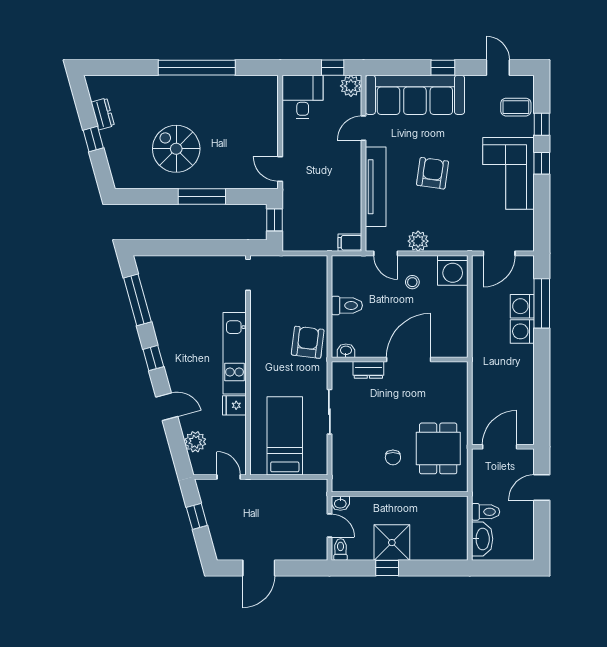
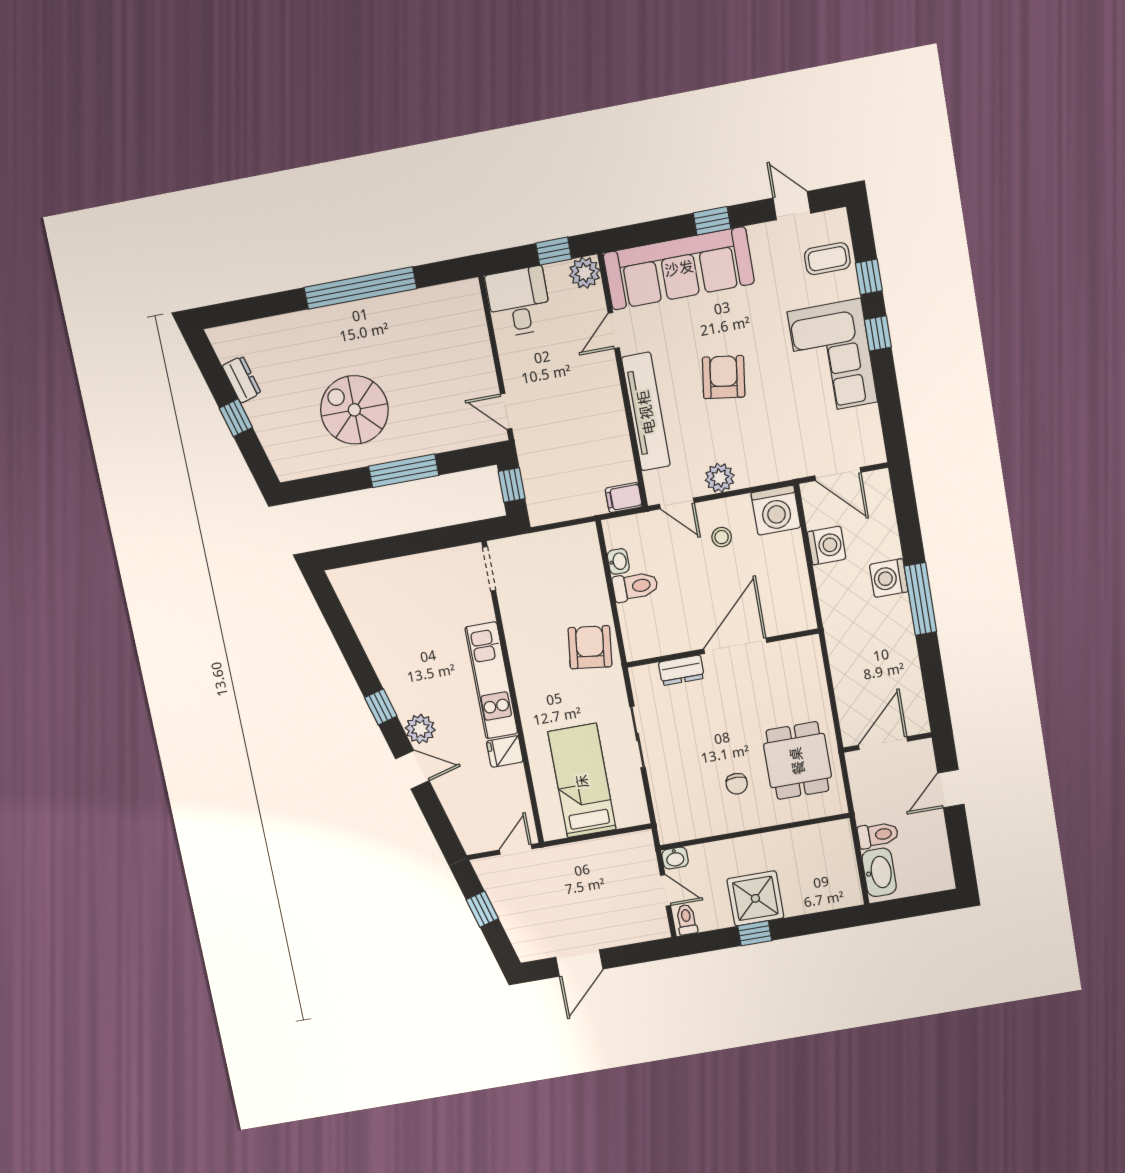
door: (499, 253) -> (838, 474), hinge flipped
window: (137, 300) -> (343, 631), removed
window: (542, 303) -> (920, 599), moved
washing machine: (522, 306) -> (827, 545), moved, turned 180
washbasin: (346, 351) -> (618, 561), moved, turned 90
plant: (195, 442) -> (420, 729), moved
door: (229, 477) -> (516, 849), hinge flipped

